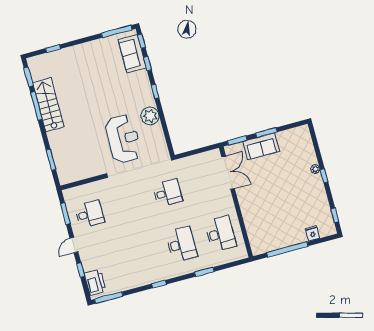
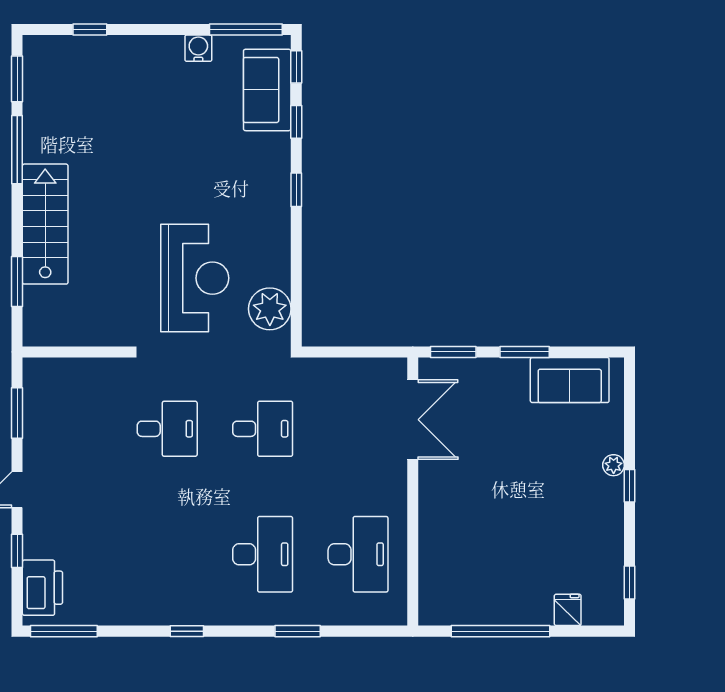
water cooler: (99, 44) -> (198, 48), added
stairs: (48, 105) -> (45, 224), moved
plant: (150, 116) -> (270, 309), moved
sofa: (261, 146) -> (570, 380), moved
desk: (90, 214) -> (167, 429), moved

